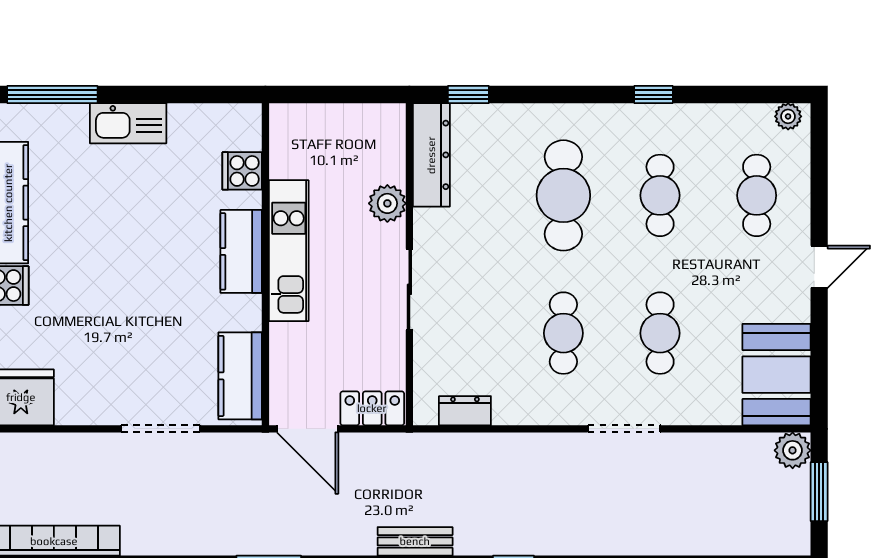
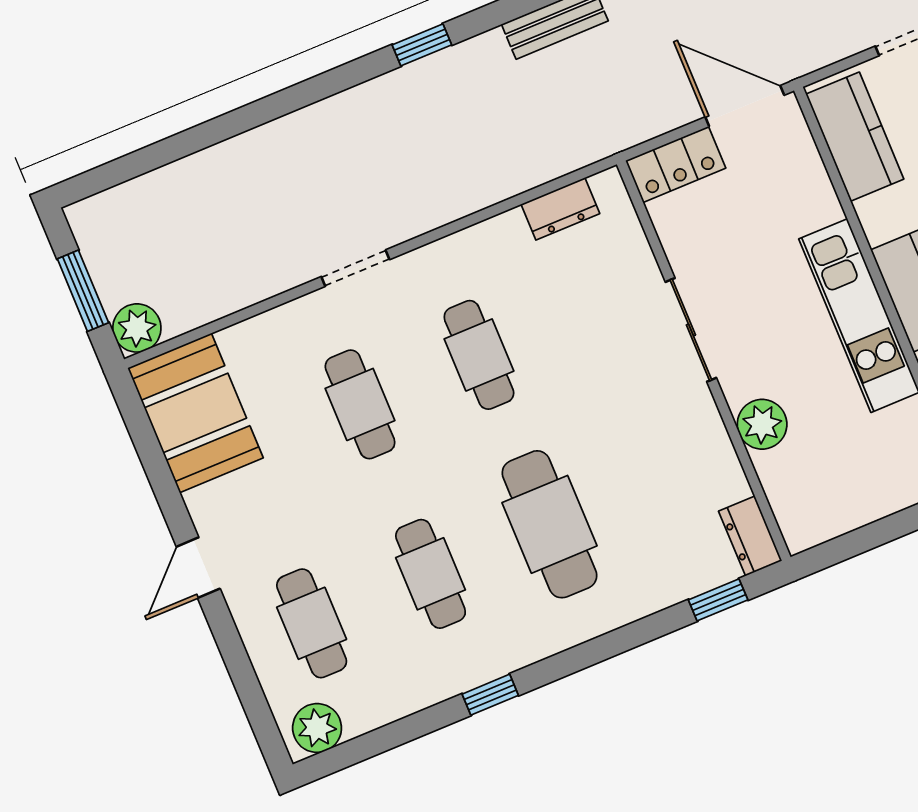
plant: (788, 116) -> (317, 728), width x1.38, depth x1.38
dresser: (431, 155) -> (750, 536), width x0.51, depth x0.80
doorway: (624, 429) -> (355, 268), width x0.73

